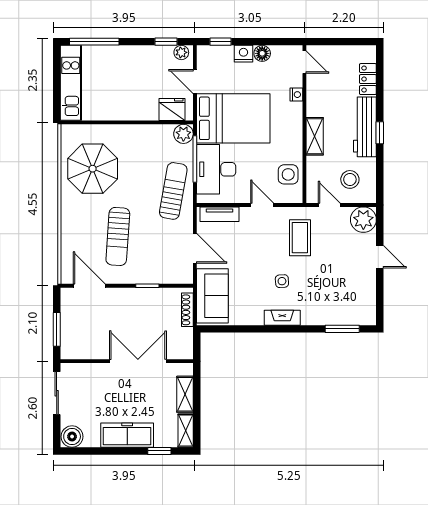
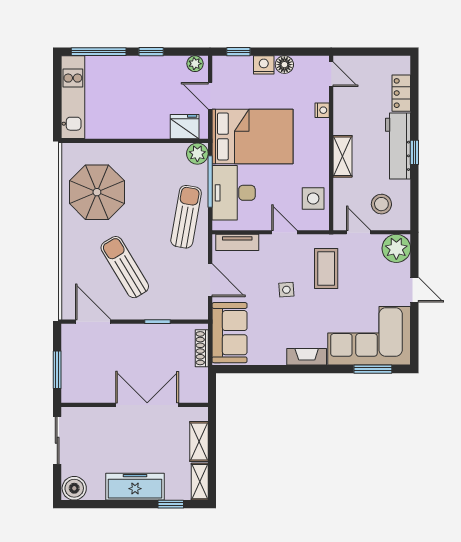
window: (166, 42) -> (151, 52), moved
sun lounger: (118, 236) -> (125, 267), turned 145
side table: (282, 281) -> (286, 290), moved
corner sofa: (339, 299) -> (369, 336), added

